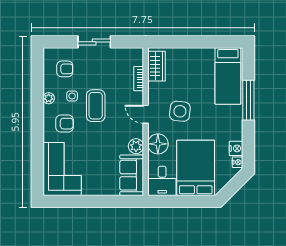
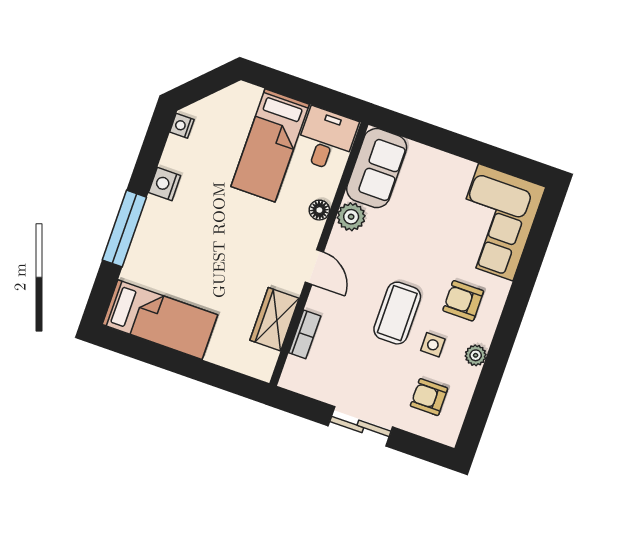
wardrobe: (157, 66) -> (274, 319), moved
bed: (228, 76) -> (160, 320), moved, turned 90
side table: (180, 111) -> (252, 251), removed
floor lamp: (158, 144) -> (319, 210), width x0.53, depth x0.53
nightstand: (236, 148) -> (165, 184), moved
bed: (196, 168) -> (270, 145), width x0.67

